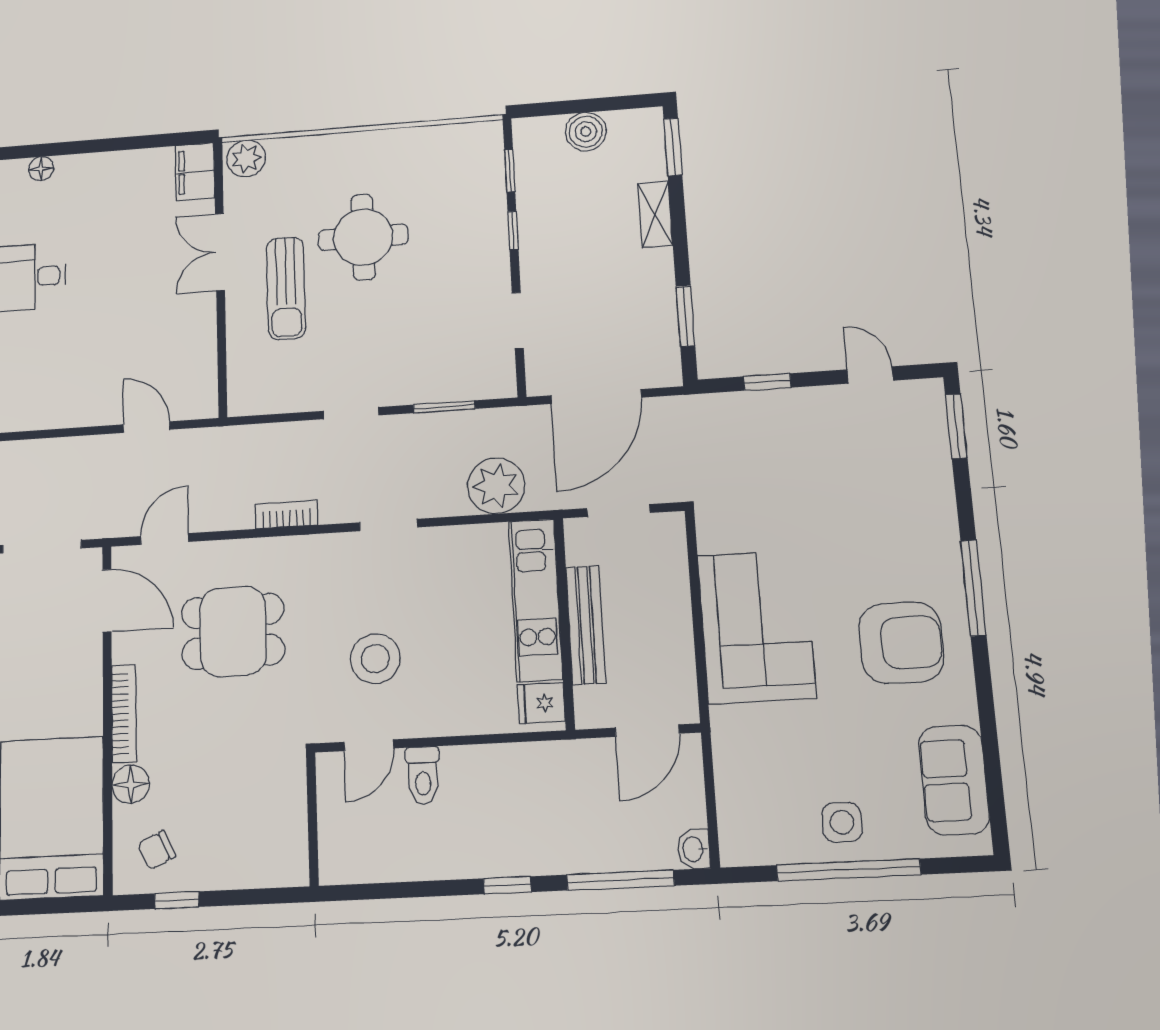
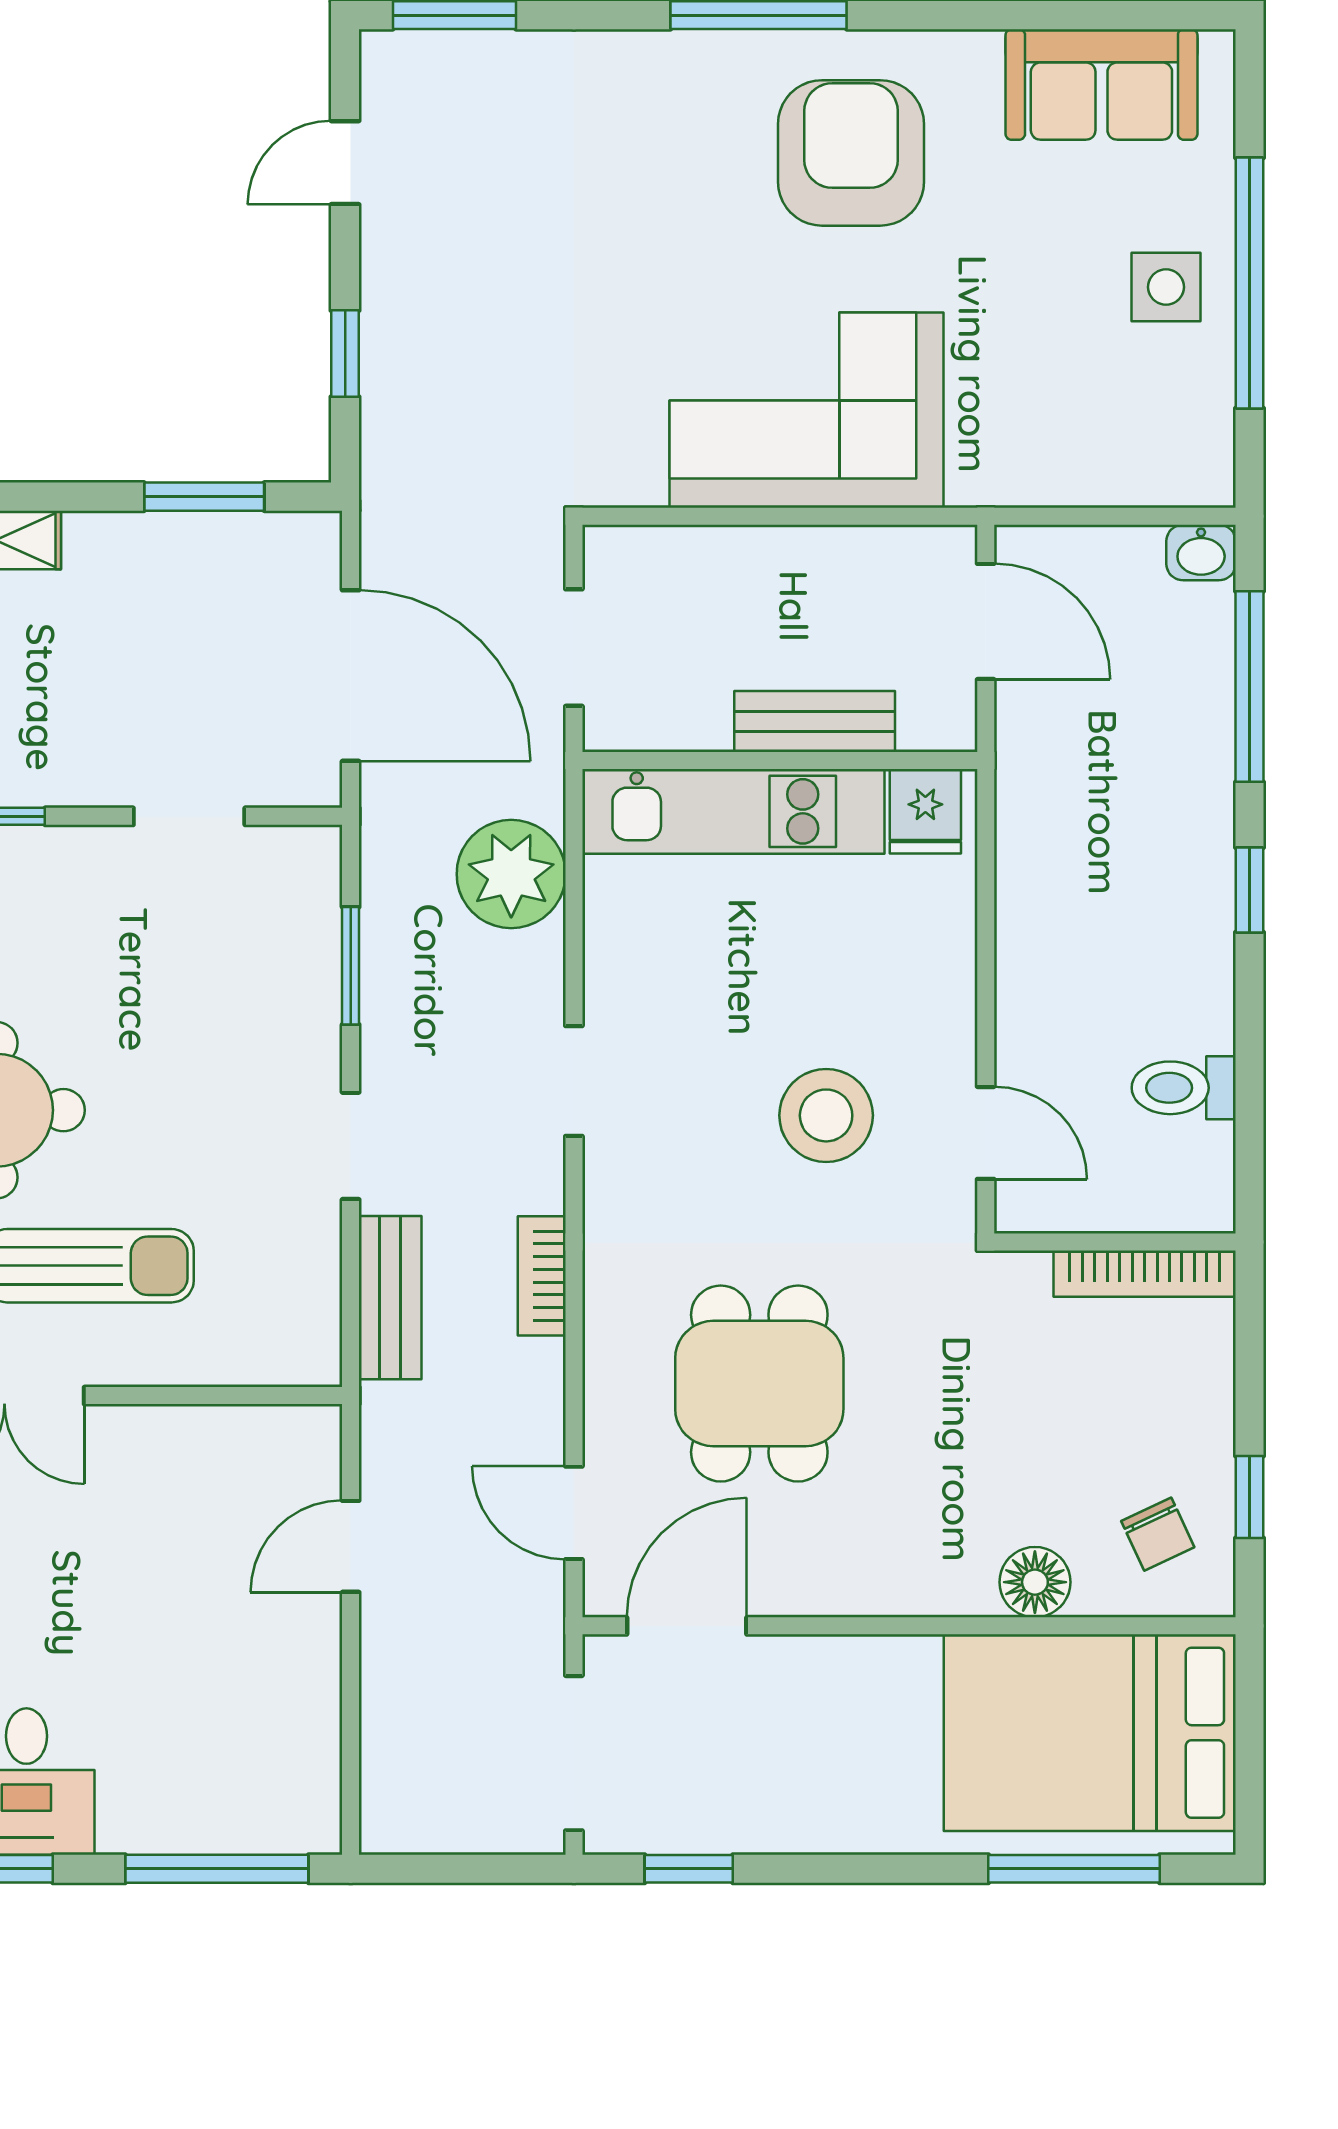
bench: (273, 438) -> (390, 1298), added
bench: (586, 625) -> (815, 721), width x0.73
bookcase: (124, 714) -> (1145, 1274), moved, turned 180
toilet: (423, 775) -> (1184, 1088), moved, turned 180

